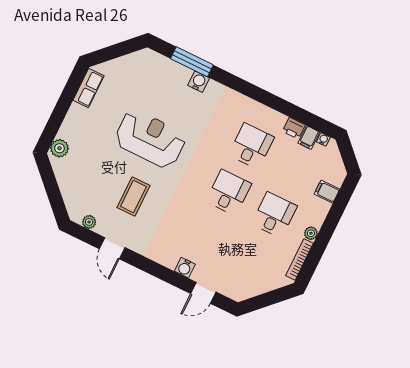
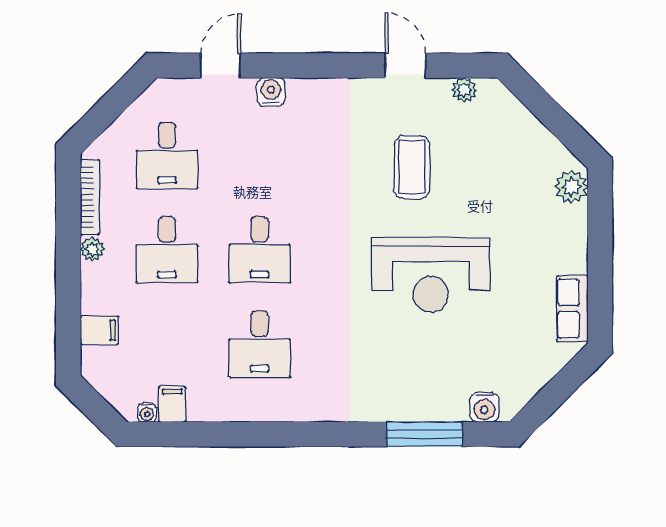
water cooler: (199, 82) -> (484, 407), moved
printer: (294, 128) -> (205, 407), removed
desk: (251, 261) -> (167, 156), added

